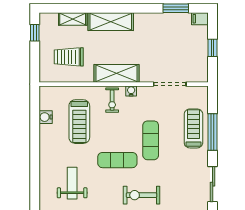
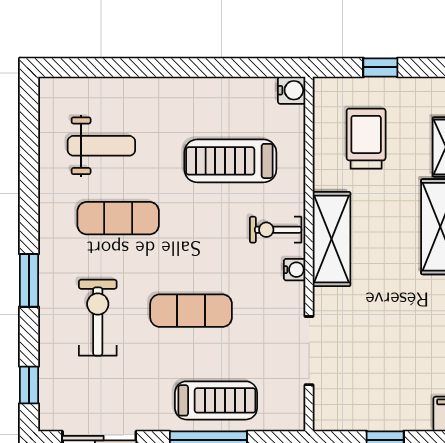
window: (35, 33) -> (380, 67), moved
water cooler: (46, 117) -> (292, 90), moved, turned 90
exercise mat: (117, 160) -> (118, 218), moved, turned 90
exercise bike: (141, 195) -> (98, 318), moved

